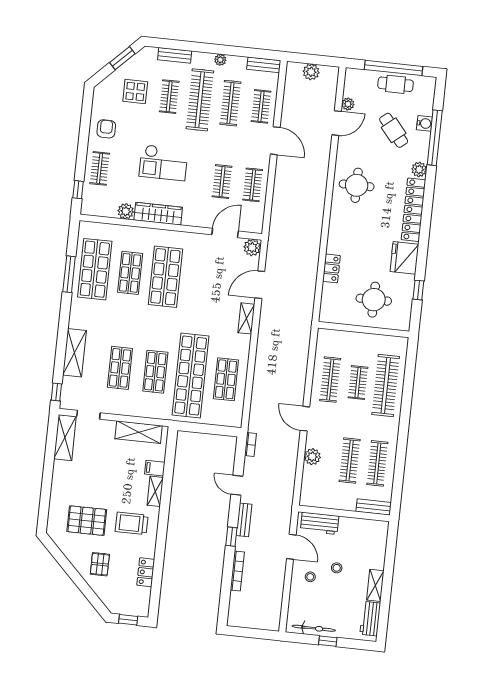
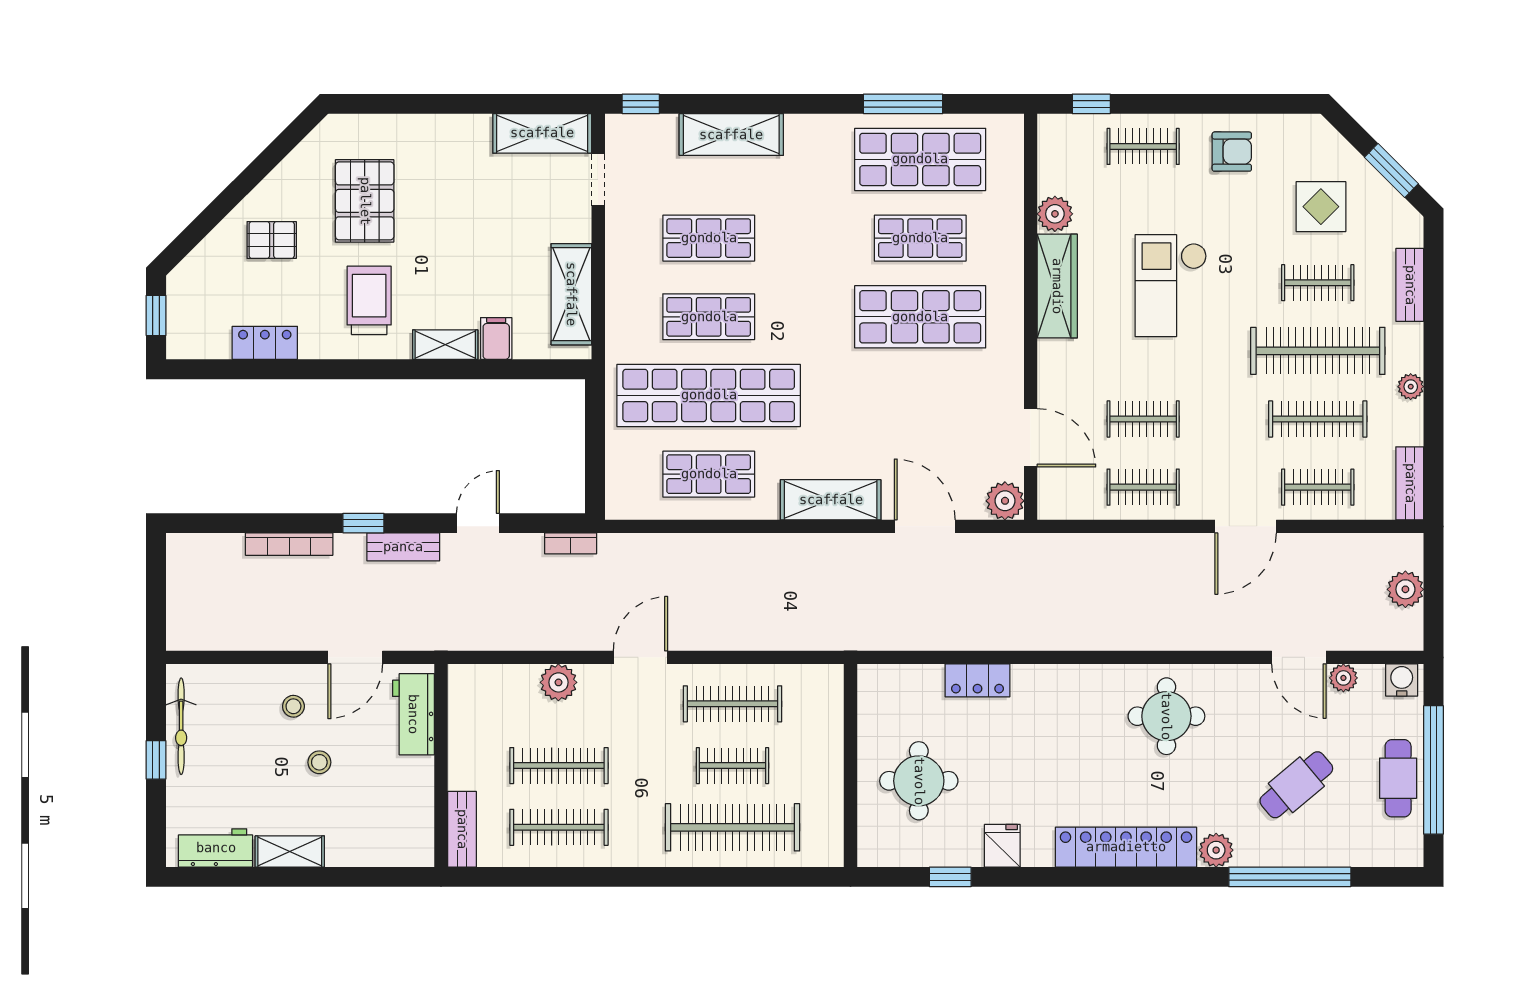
water cooler: (424, 123) -> (1402, 680), moved, turned 180
fridge: (404, 258) -> (1002, 846), width x0.53, depth x0.75
shelving: (246, 318) -> (831, 500), width x1.50, depth x1.33

